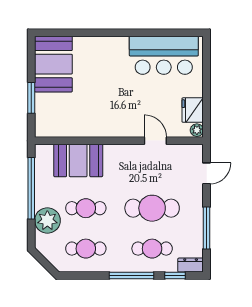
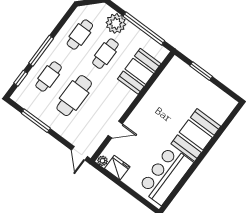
booth: (53, 64) -> (196, 135), moved, turned 90
door: (207, 173) -> (79, 153), moved
dresser: (191, 265) -> (20, 93), removed

